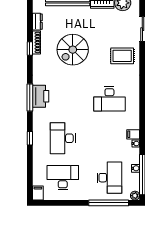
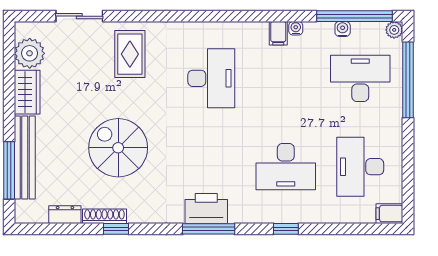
spiral stairs: (73, 50) -> (118, 148), turned 180

